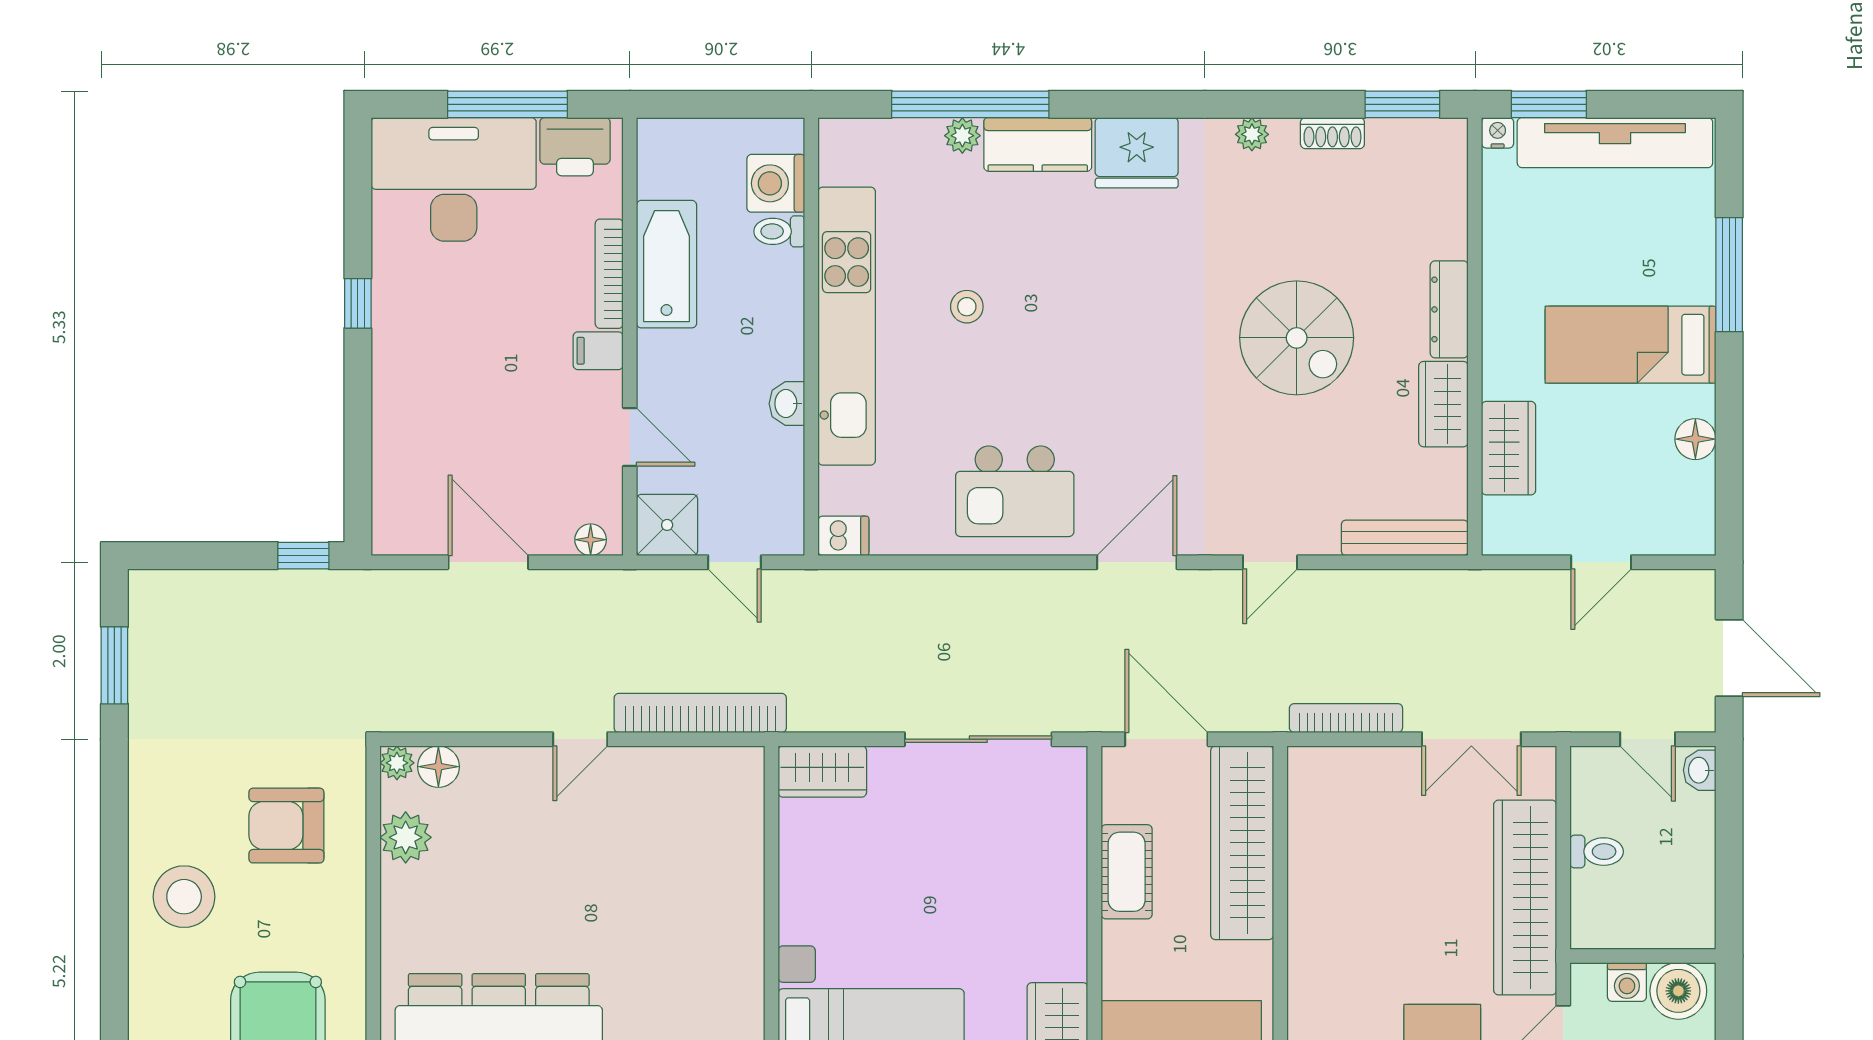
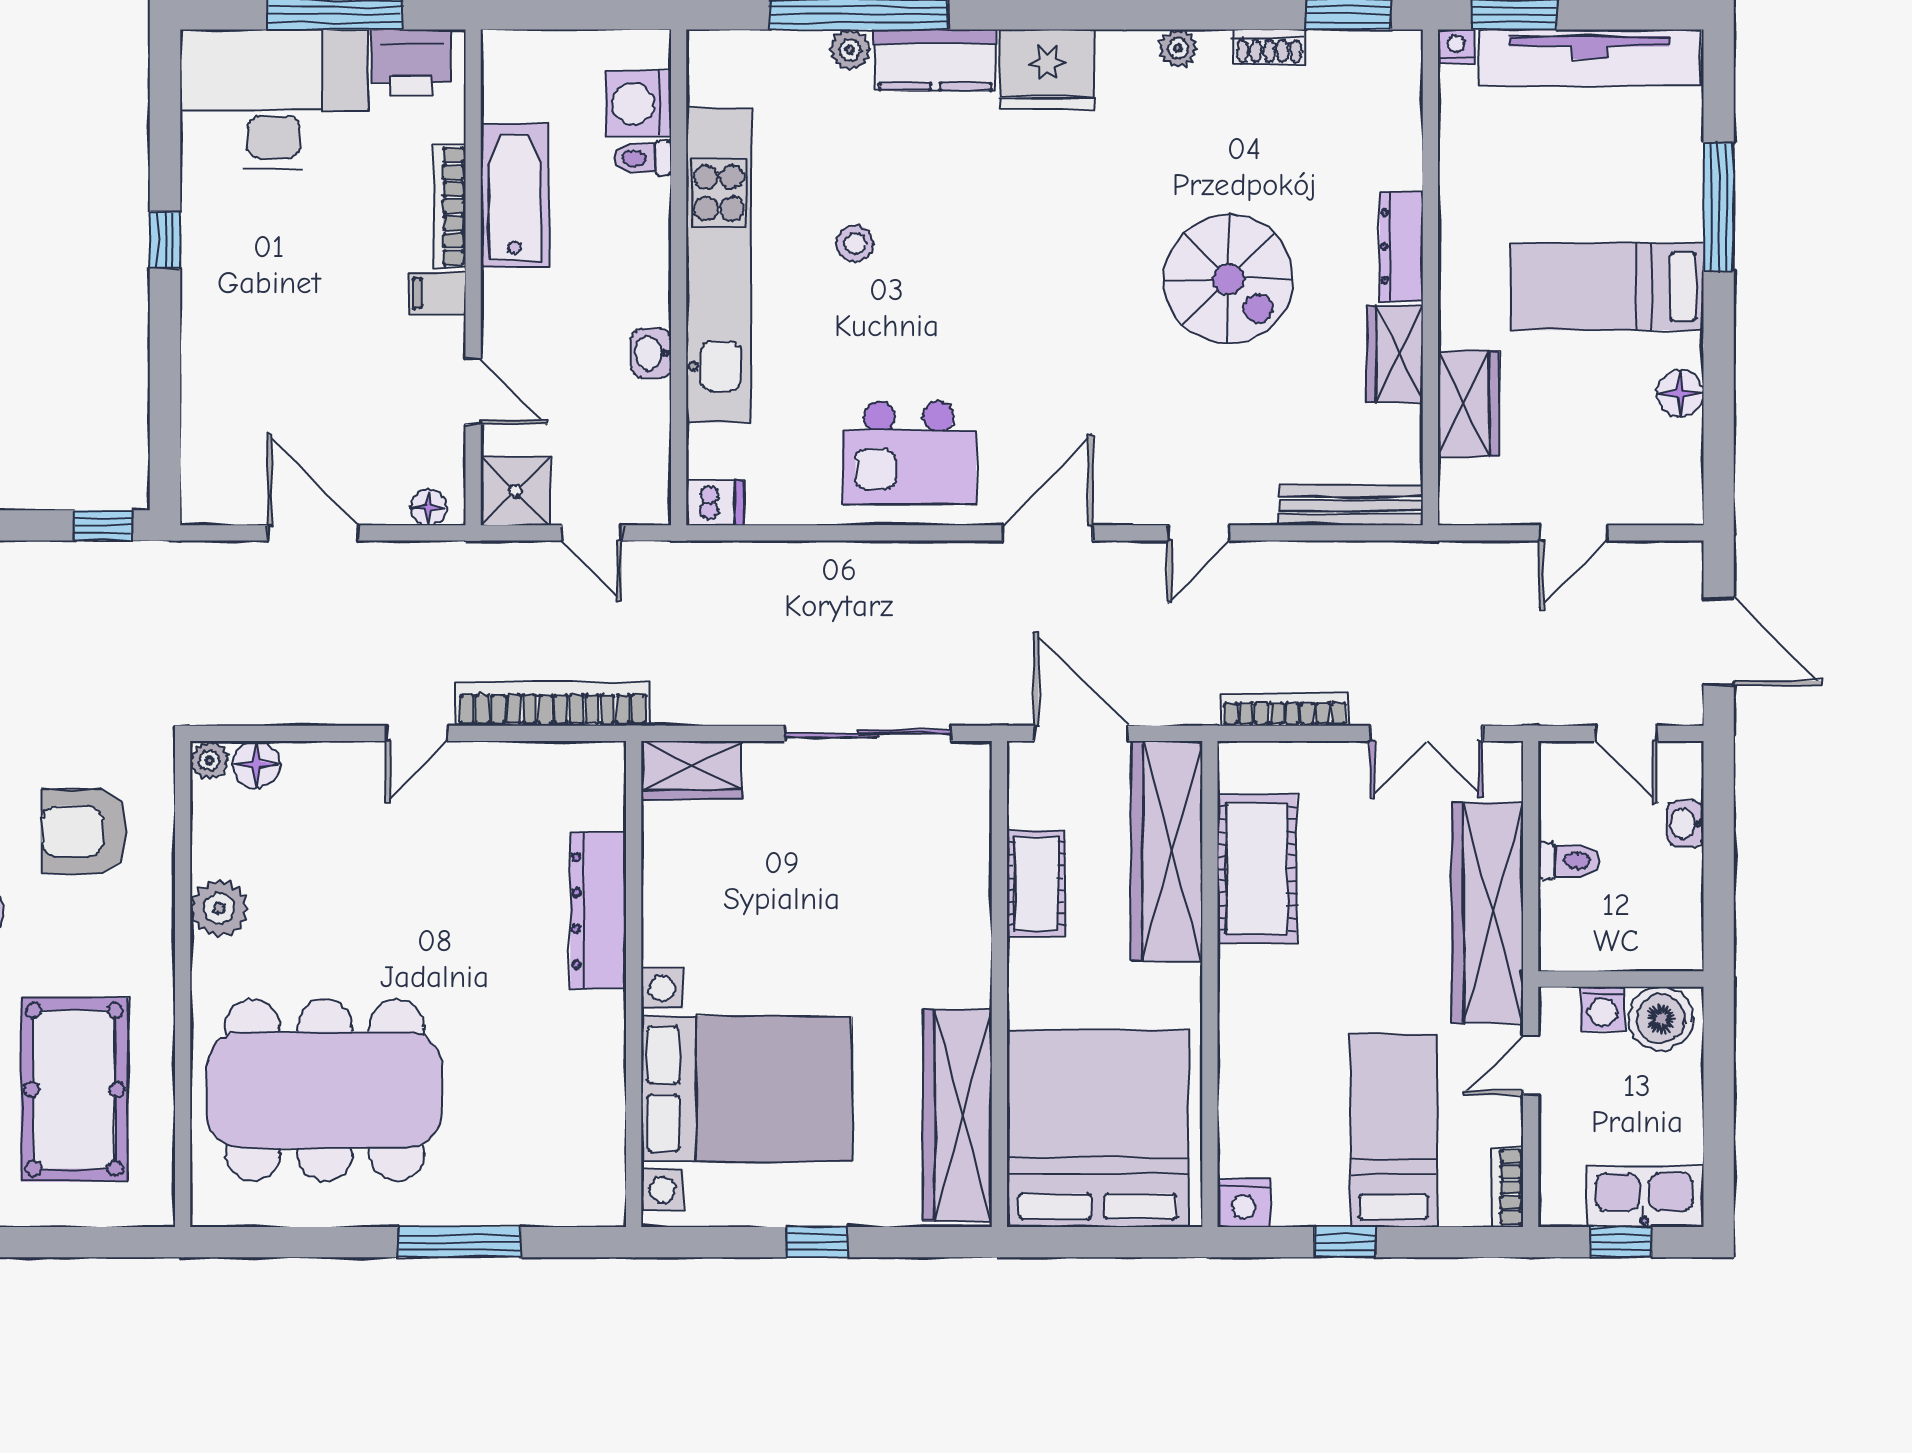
washbasin: (1700, 770) -> (1685, 824), moved
plant: (406, 837) -> (219, 908), moved
cot: (1322, 859) -> (1257, 869), added
dresser: (740, 896) -> (598, 911), added

